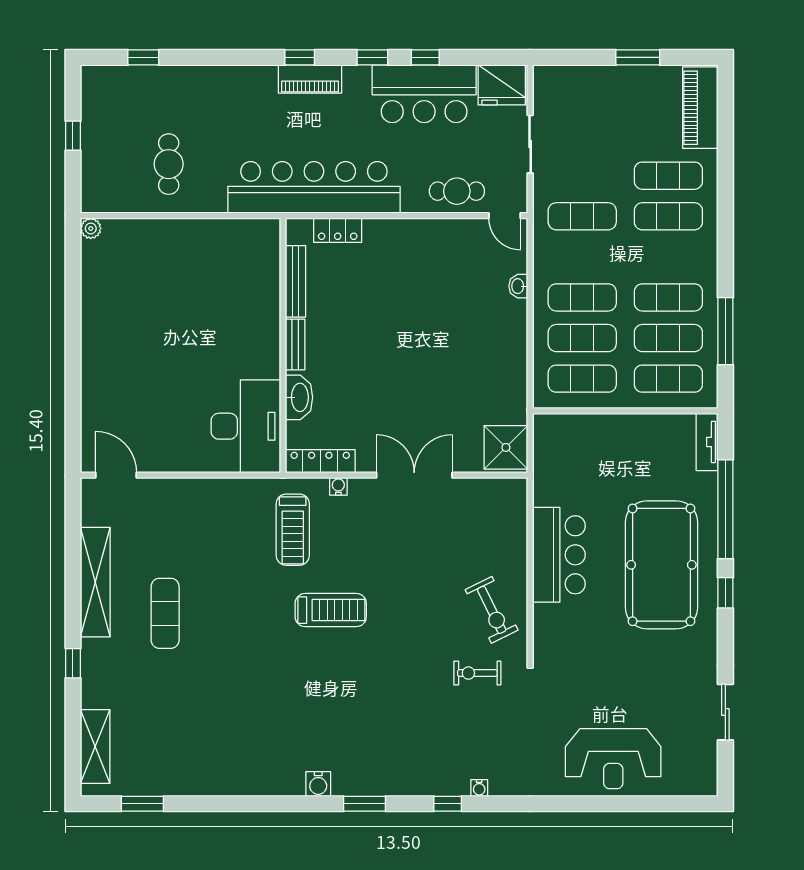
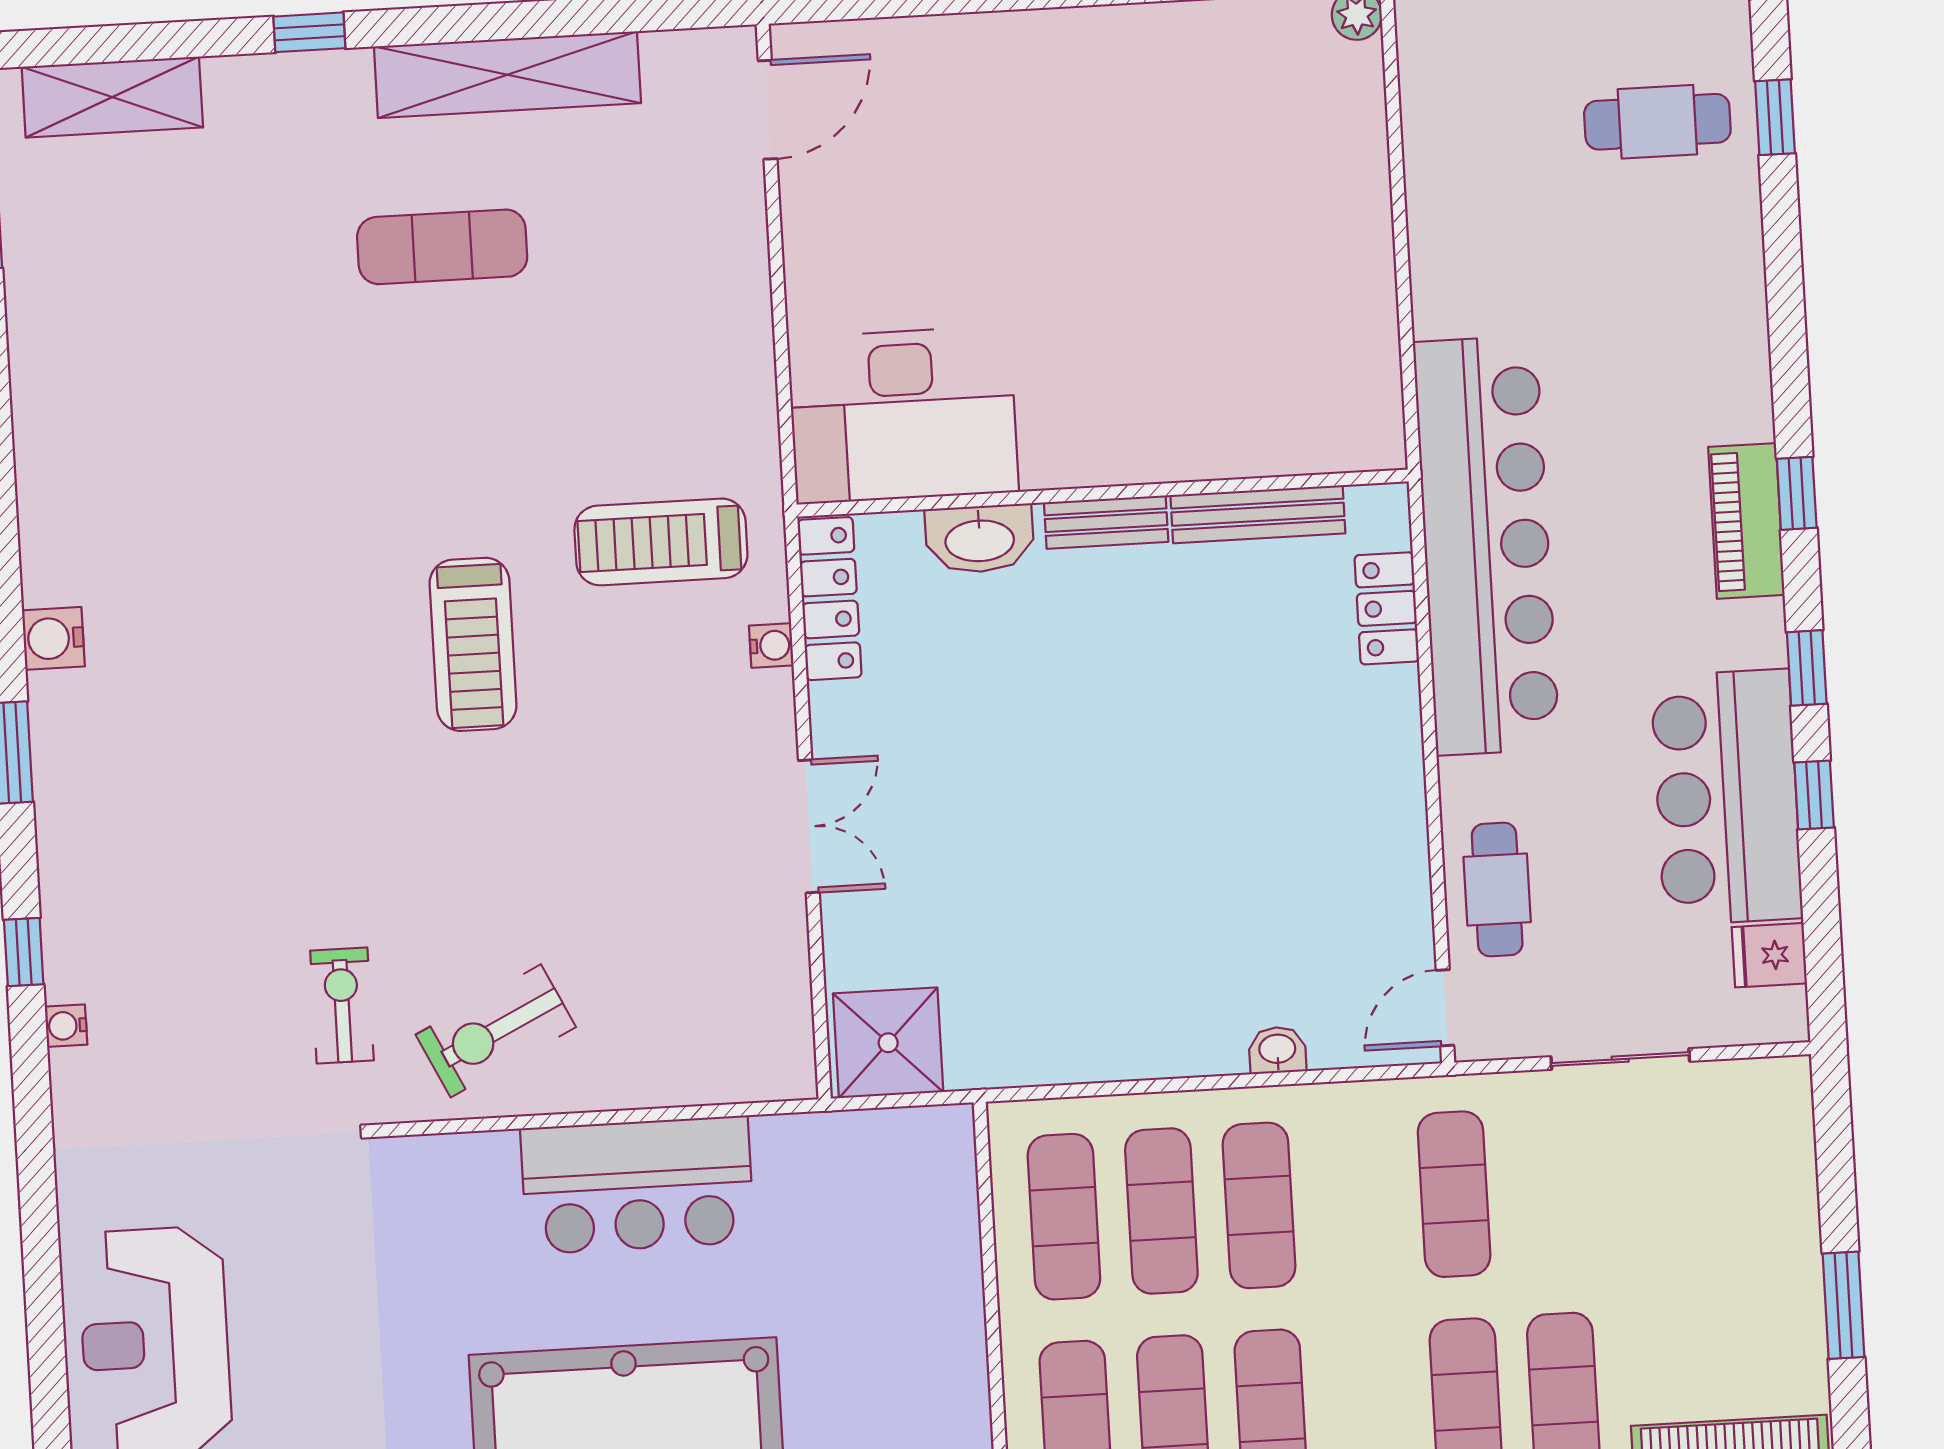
fridge: (502, 85) -> (1769, 955), width x0.53, depth x0.75
cafe table: (169, 164) -> (1657, 122), moved
double door: (414, 475) -> (809, 826), width x0.73

